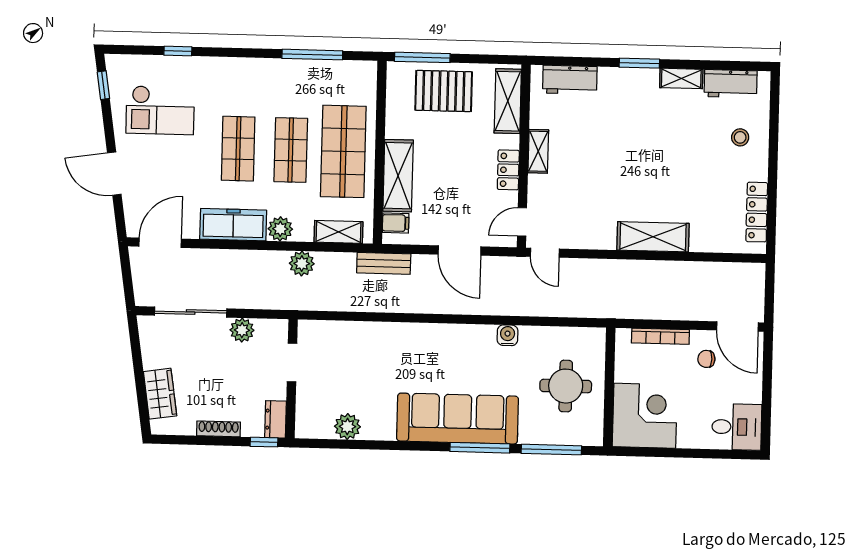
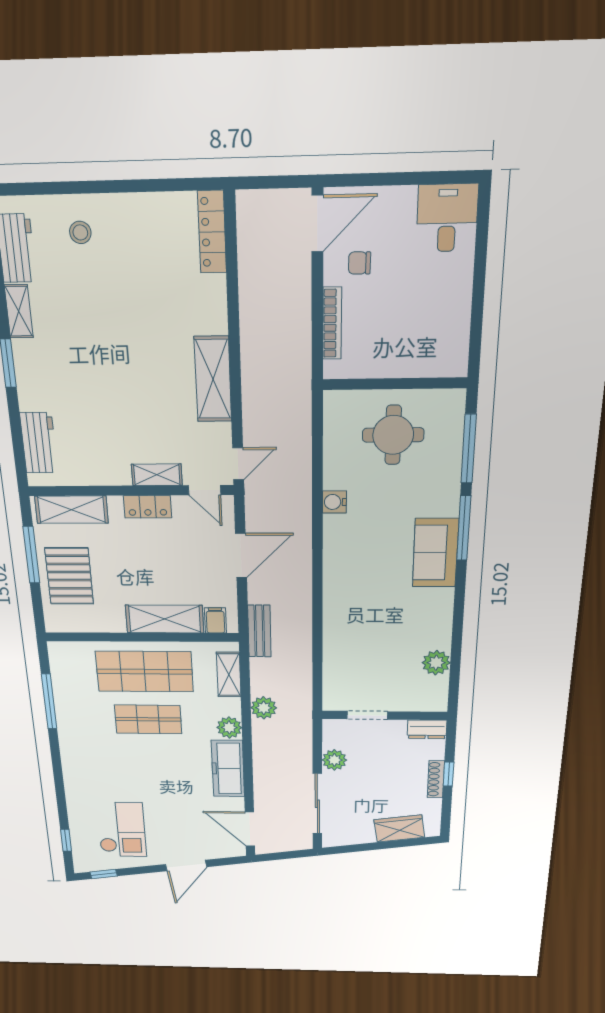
window: (178, 51) -> (66, 840), moved
window: (422, 57) -> (31, 555), moved
shop shelf: (238, 149) -> (152, 765), removed
shelving: (538, 151) -> (157, 475), moved
locker: (757, 212) -> (212, 232), moved, turned 90
shelving: (653, 237) -> (213, 379), moved
chair: (706, 359) -> (360, 263), turned 91
corner desk: (645, 416) -> (430, 339), removed
sofa: (458, 419) -> (435, 553), width x0.54, depth x0.79
window: (264, 442) -> (449, 774), moved

